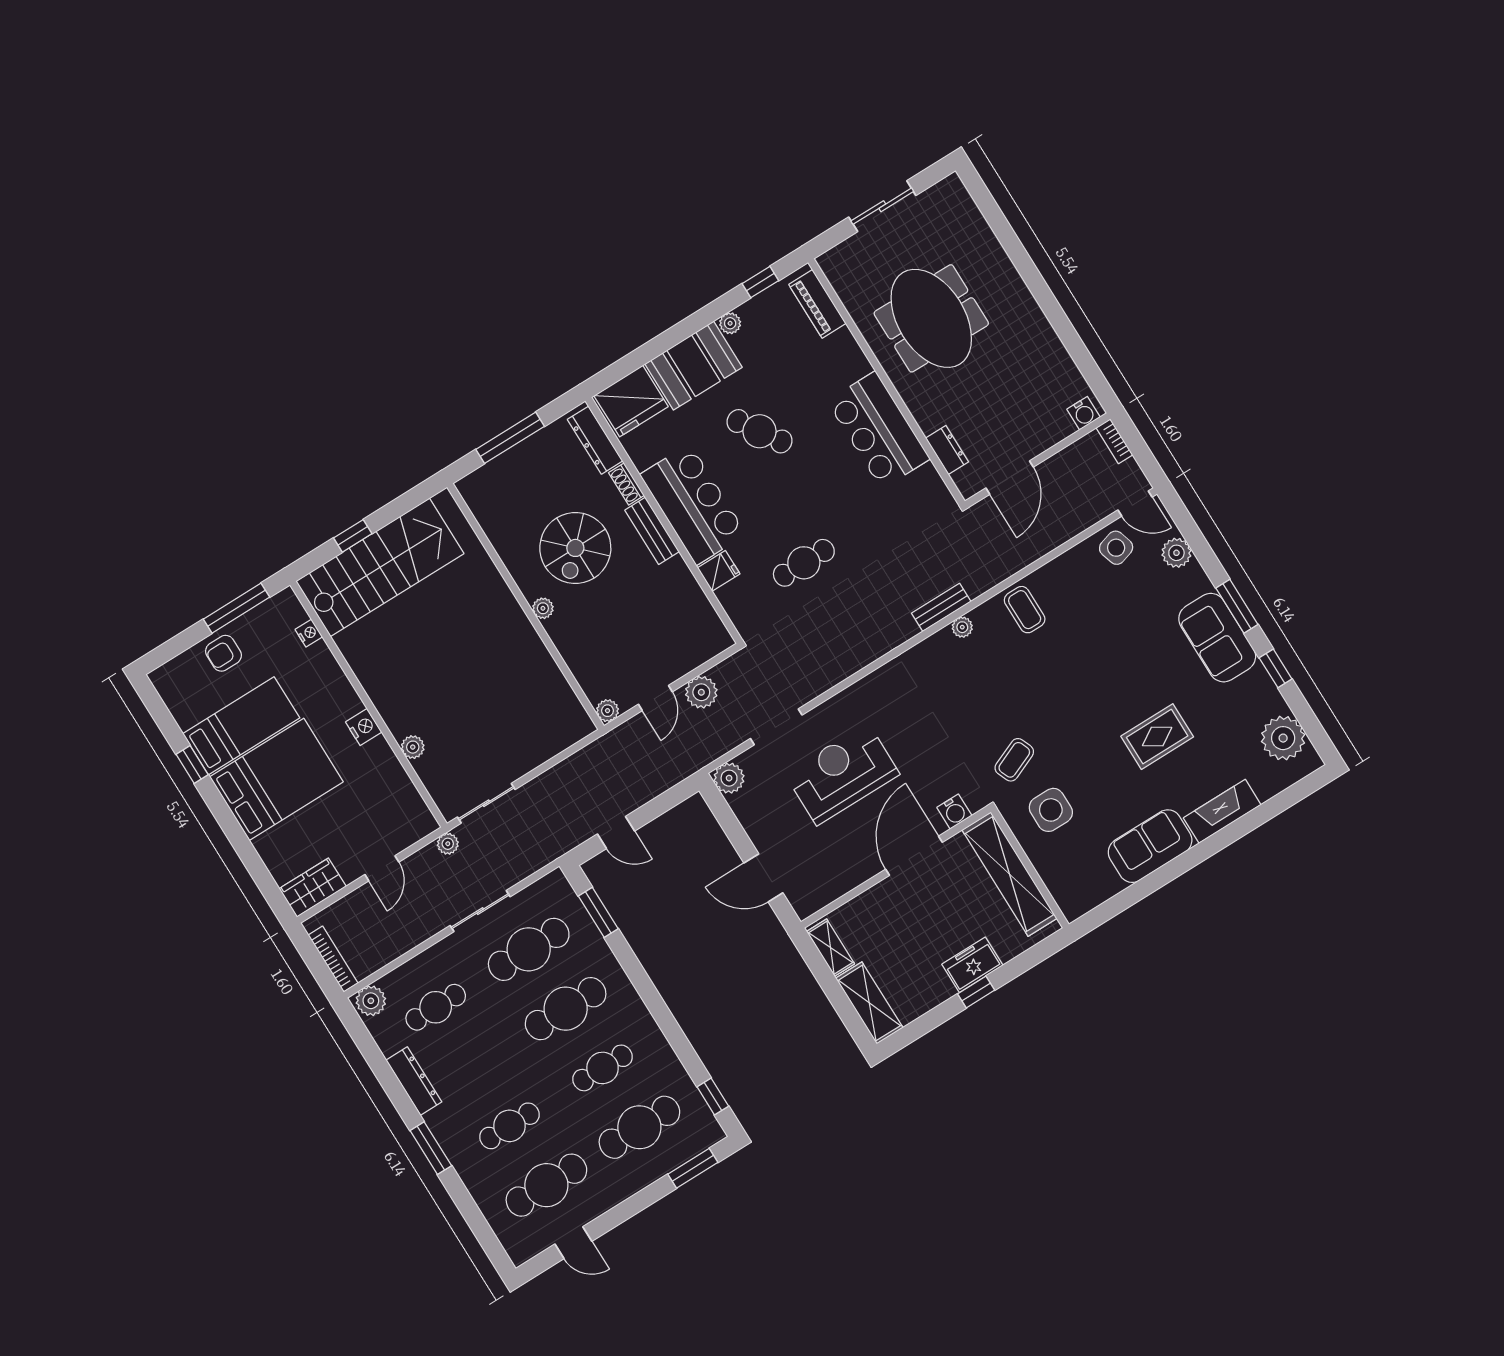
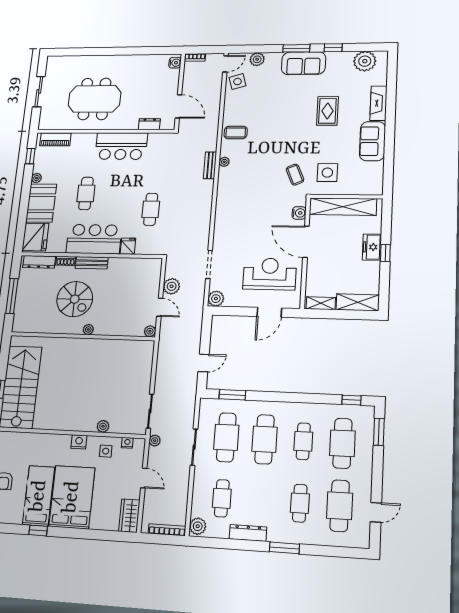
cafe table: (760, 431) -> (86, 193), turned -57
nightstand: (309, 633) -> (127, 443), moved
reception desk: (842, 774) -> (270, 274), moved, turned 90
side table: (379, 780) -> (106, 451), added

